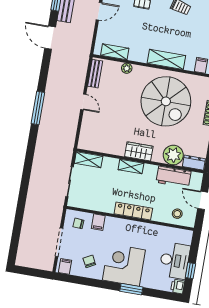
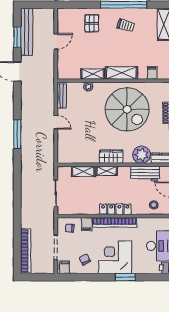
shelving: (115, 52) -> (93, 74), moved
shelving: (89, 160) -> (83, 171), moved
bookcase: (130, 226) -> (115, 222), added
bookcase: (25, 240) -> (26, 251), added

